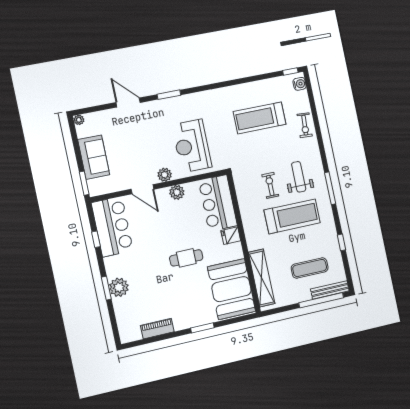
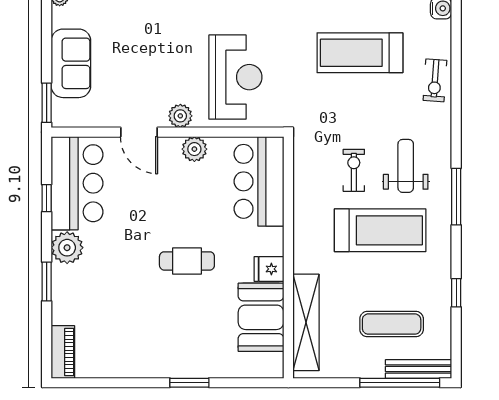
reception desk: (192, 146) -> (235, 77), turned 180
fridge: (231, 236) -> (269, 269), moved
plant: (119, 287) -> (67, 248), moved
booth: (232, 289) -> (261, 317), width x0.73, depth x0.70
piano: (157, 329) -> (63, 352), moved, turned 90

